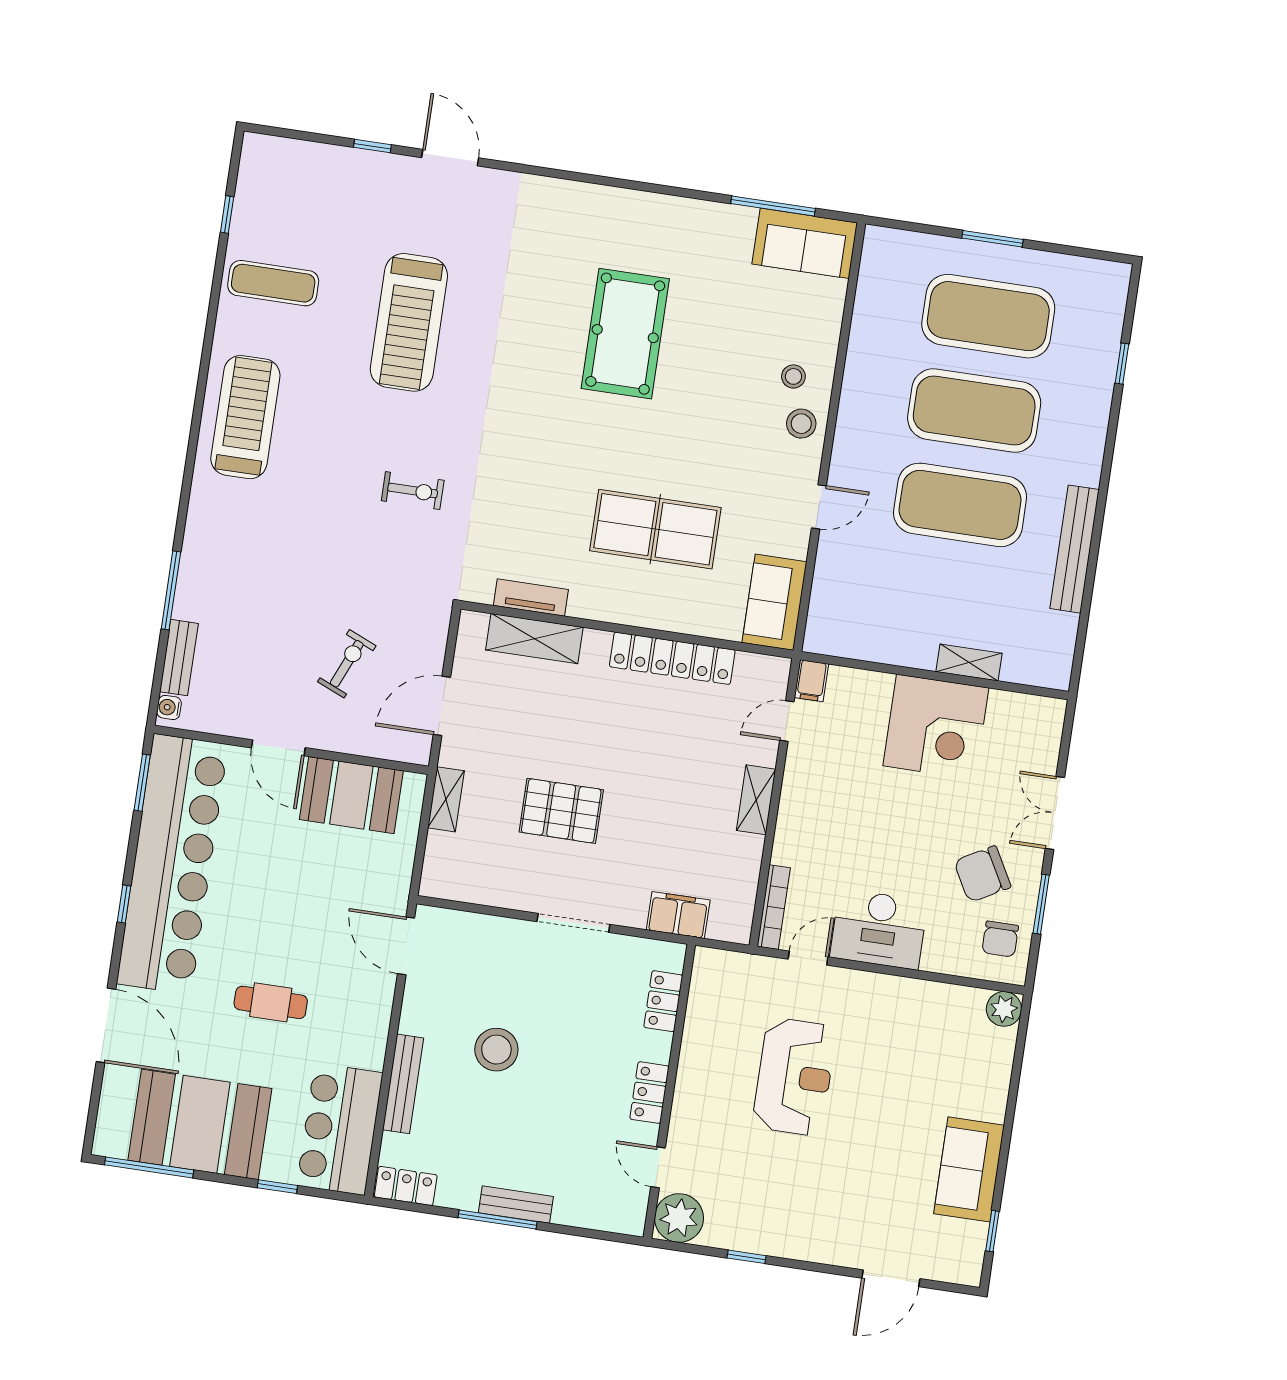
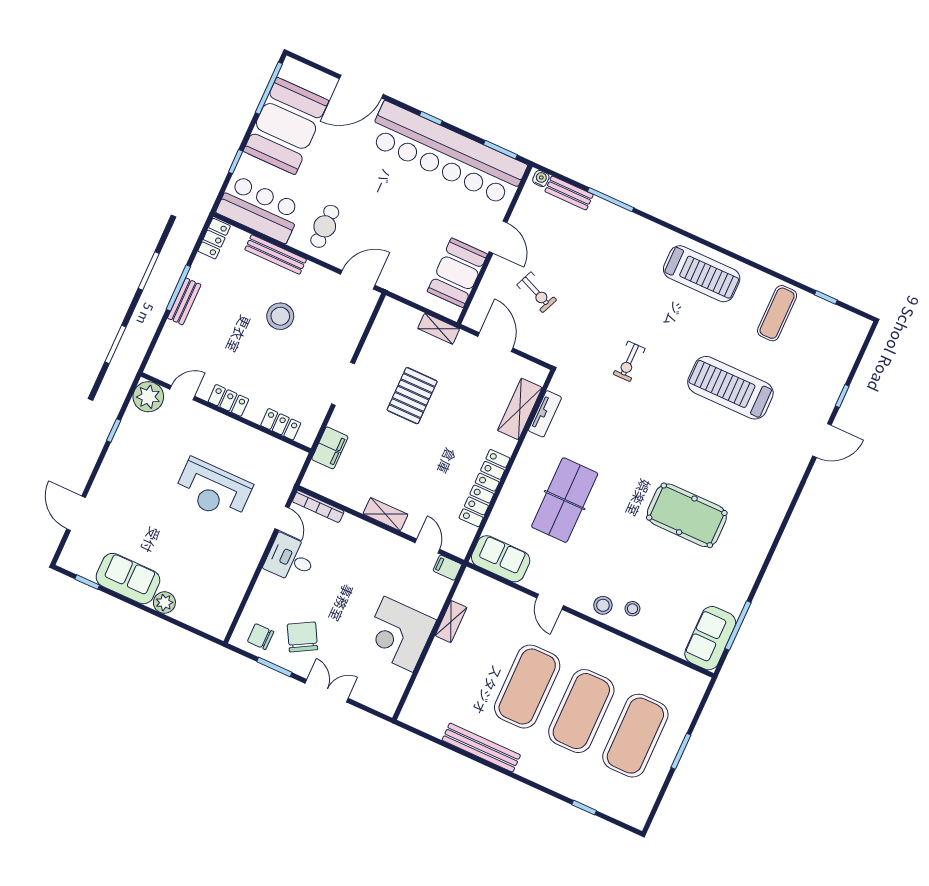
shelving: (969, 663) -> (451, 622), moved
door: (278, 748) -> (498, 237), swing flipped
desk: (879, 929) -> (290, 559), width x0.73
cafe table: (271, 1002) -> (325, 226), moved
plant: (1004, 1009) -> (164, 603), moved

